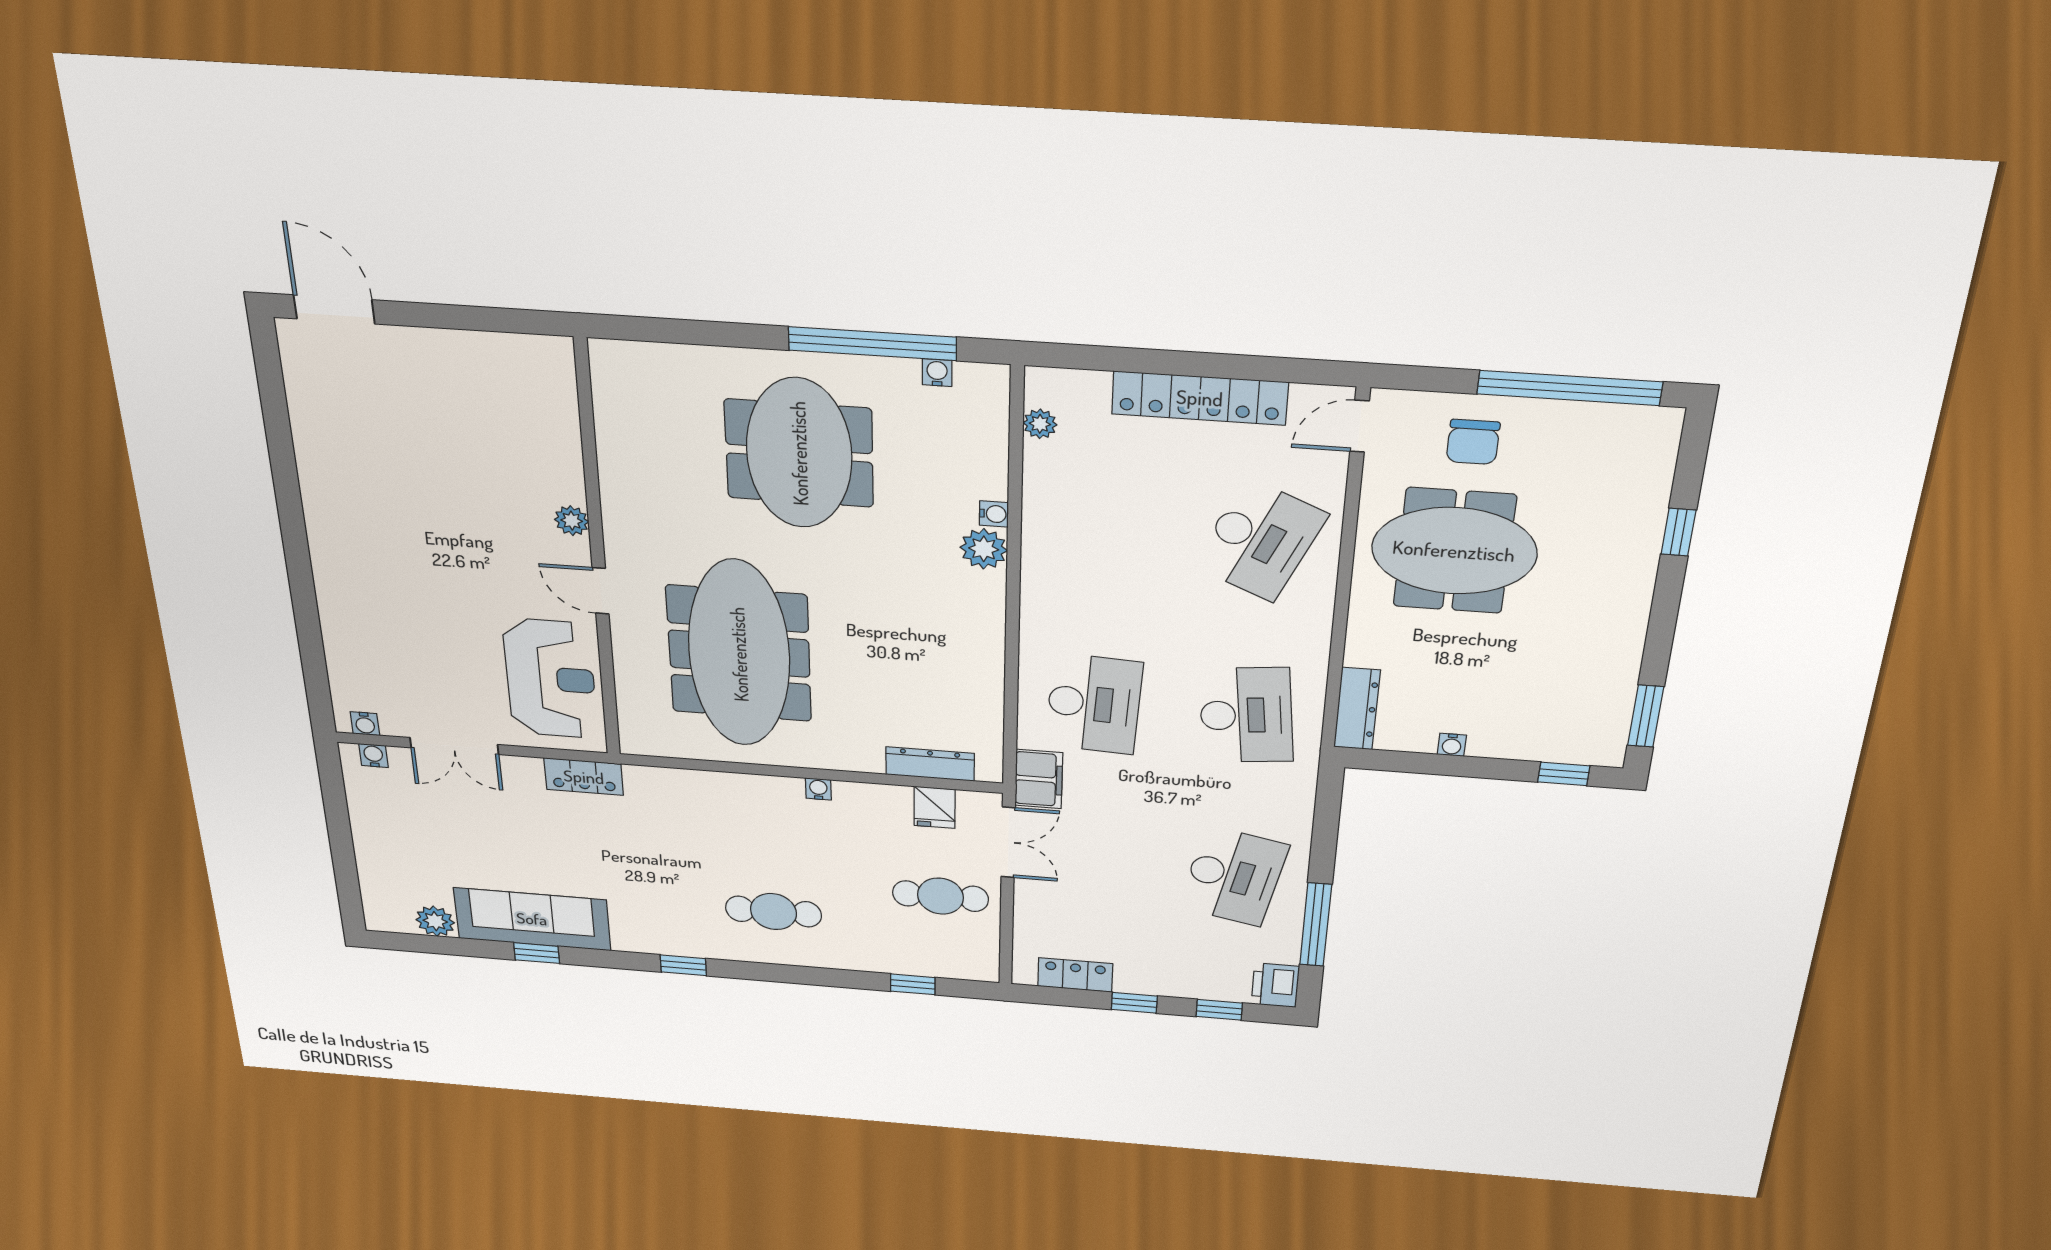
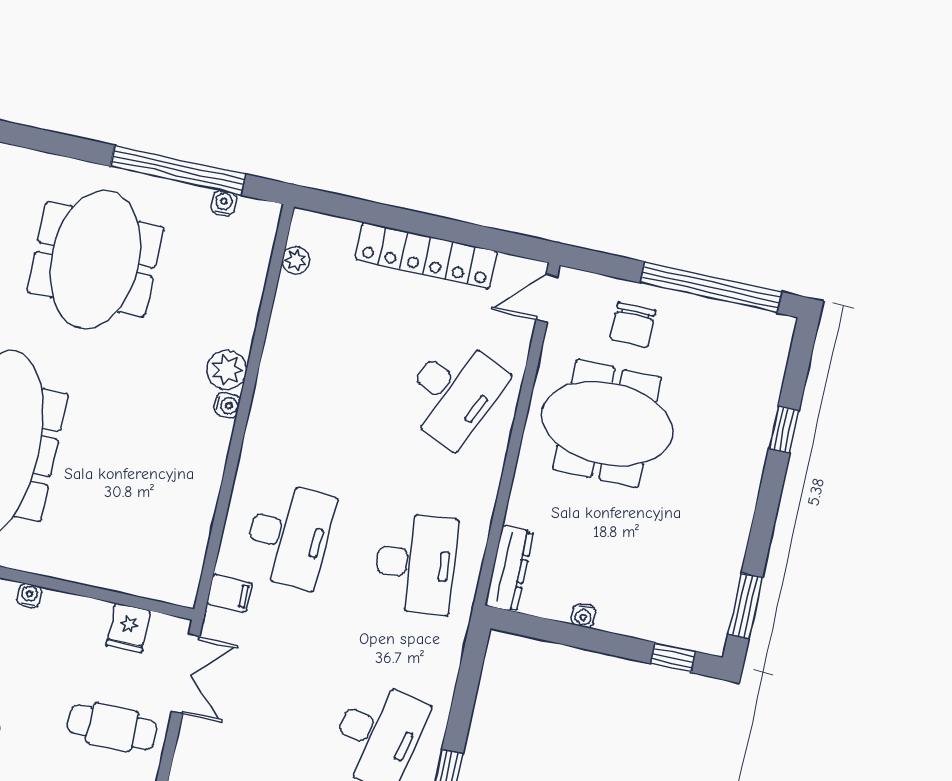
water cooler: (994, 514) -> (227, 405), moved
dresser: (930, 764) -> (135, 581), removed
filing cabinet: (1039, 779) -> (230, 593), width x0.50

